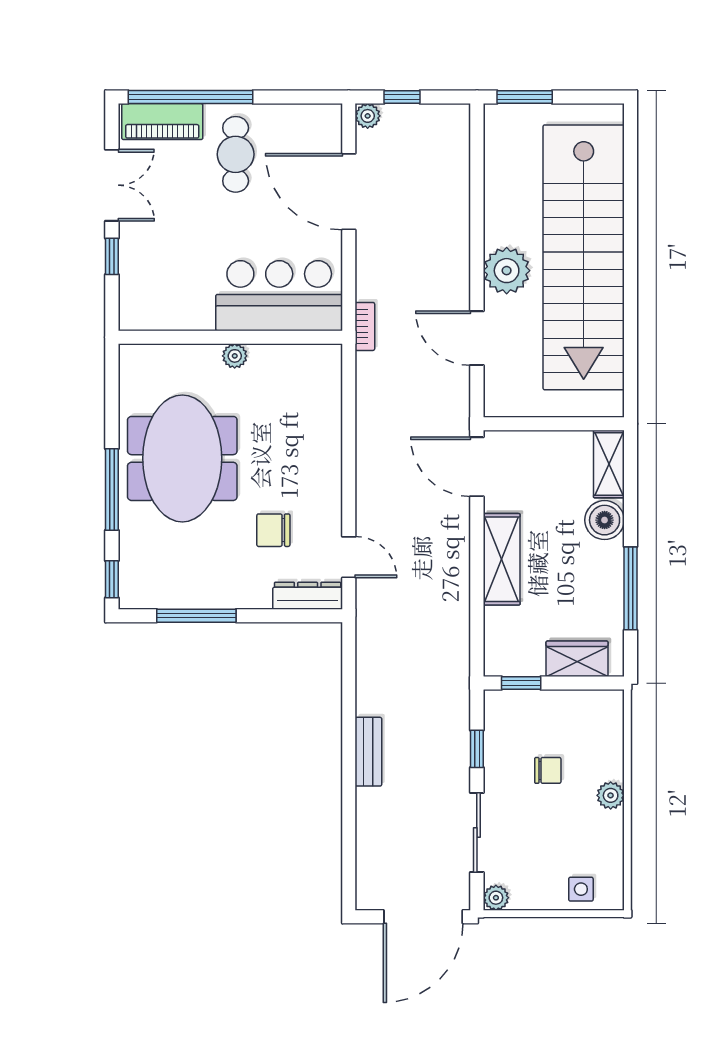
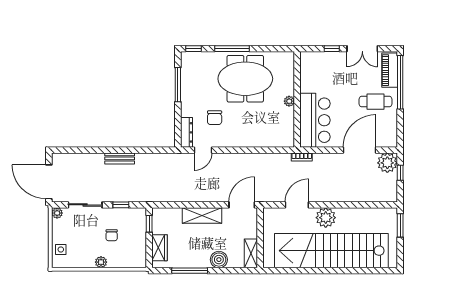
plant: (368, 116) -> (387, 163), width x1.88, depth x1.88
shelving: (609, 464) -> (251, 253), moved, turned 90
chair: (273, 530) -> (215, 118), turned 180

